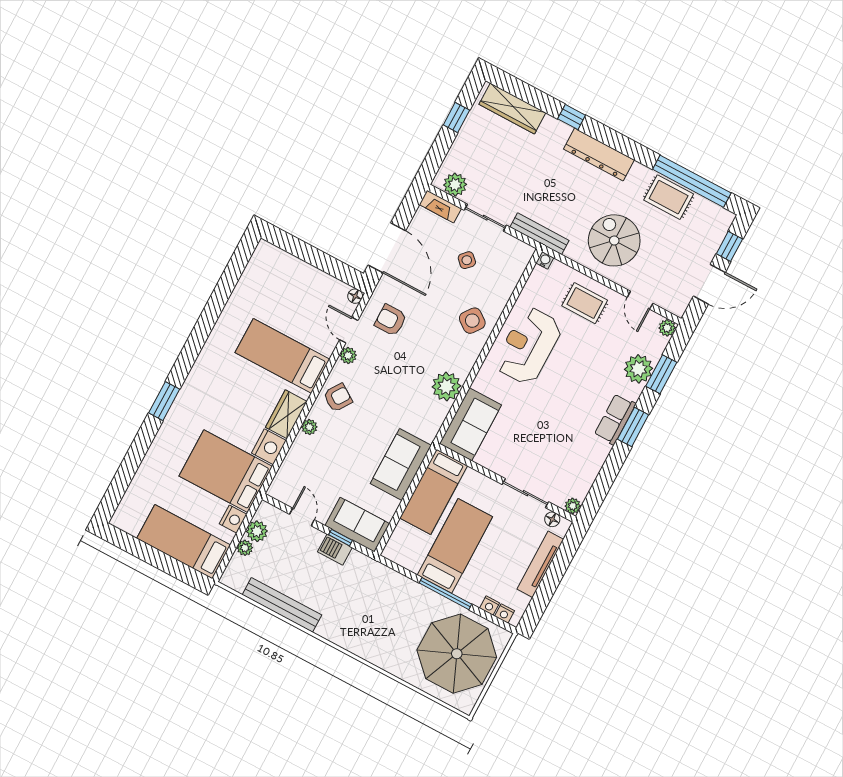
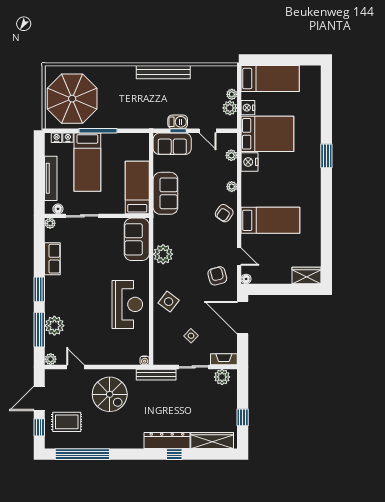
dresser: (599, 154) -> (167, 441), moved
rug: (669, 197) -> (67, 422), moved
rug: (585, 303) -> (107, 348), removed
armchair: (391, 320) -> (217, 276), turned -105
plant: (348, 355) -> (231, 155), moved
window: (661, 374) -> (39, 330), width x1.44
wardrobe: (286, 414) -> (306, 276), moved, turned -90
row of seats: (615, 419) -> (52, 259), moved
bed: (455, 546) -> (87, 162), moved
bench: (282, 605) -> (163, 72), moved

